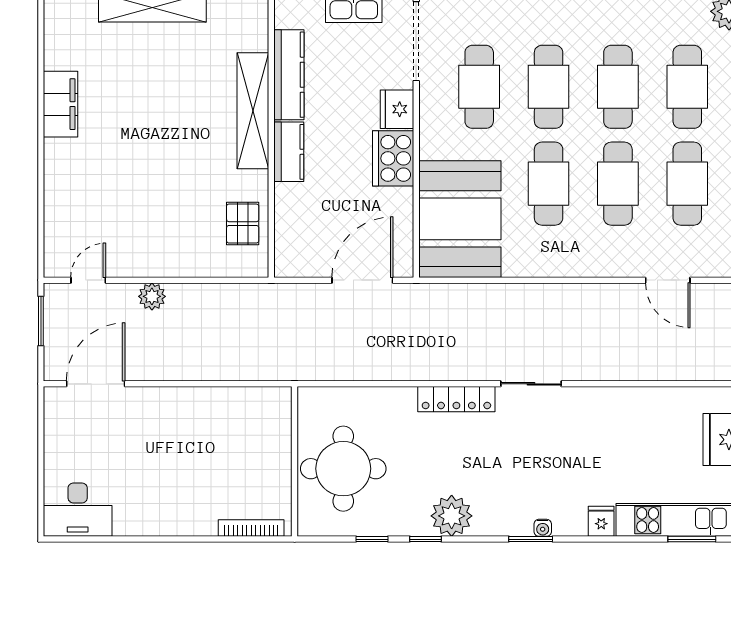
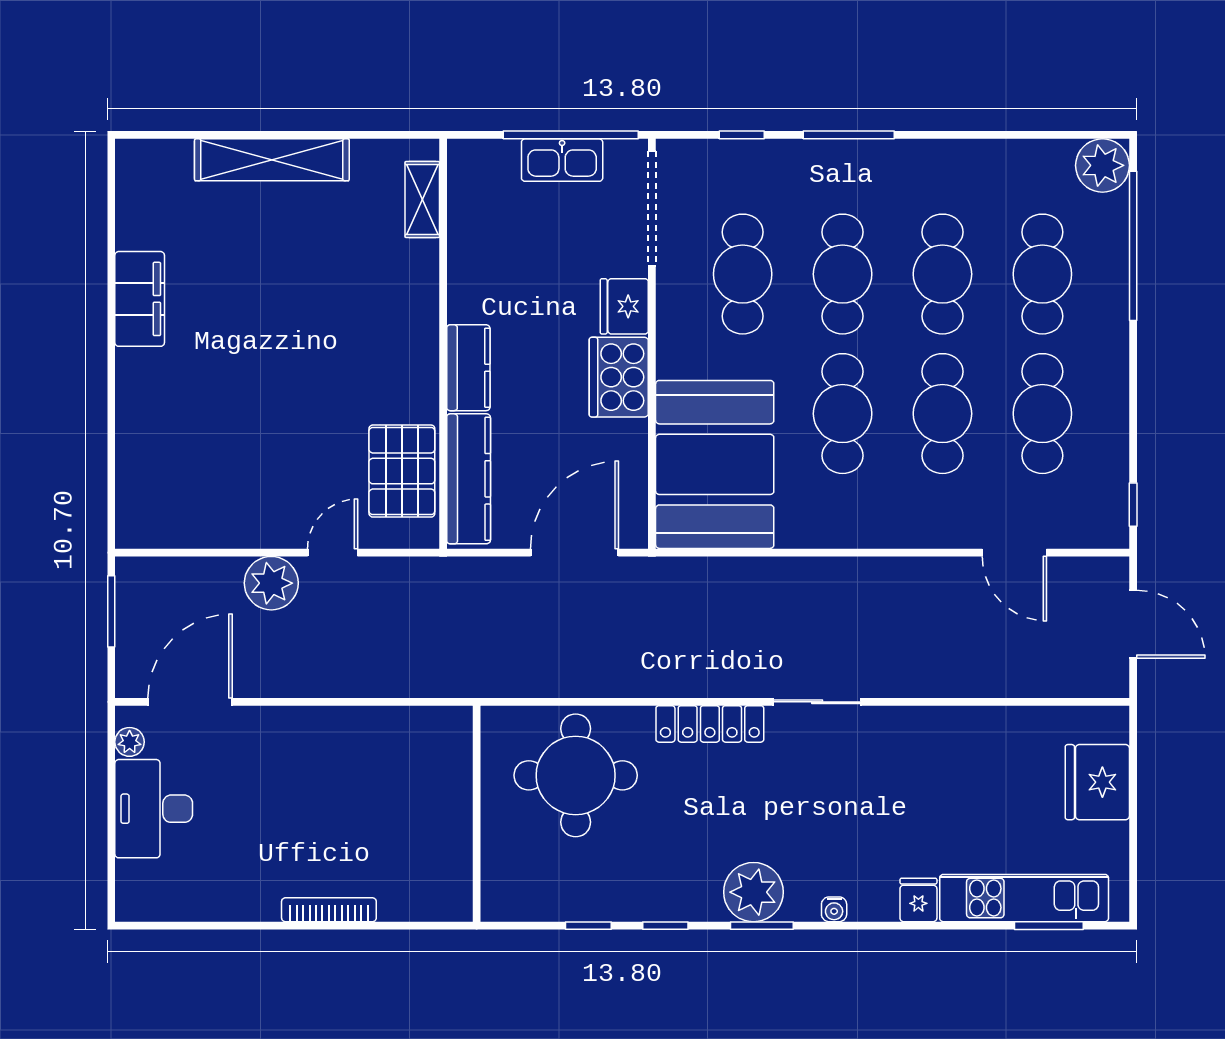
kitchen counter: (289, 75) -> (469, 479), moved
shelving: (253, 111) -> (422, 200), moved, width x0.45, depth x0.75
pallet: (243, 224) -> (402, 471), width x1.50, depth x1.42
door: (88, 280) -> (333, 553), moved
plant: (152, 296) -> (271, 583), width x1.36, depth x1.36
plant: (54, 412) -> (130, 742), added
round table: (343, 469) -> (576, 775), moved
desk: (78, 510) -> (154, 809), moved, turned 90
plant: (452, 516) -> (753, 892), moved
bookcase: (251, 528) -> (329, 910), moved
window: (531, 539) -> (762, 926), moved

